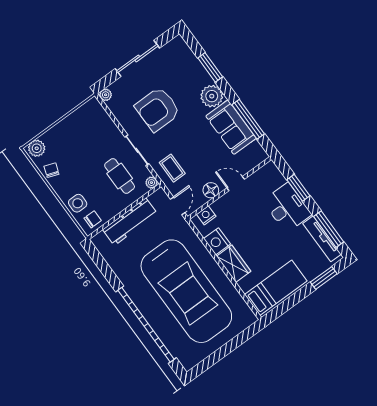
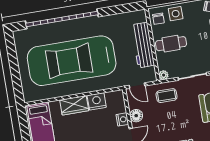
cafe table: (120, 176) -> (171, 44), moved
nightstand: (206, 215) -> (122, 119), moved

